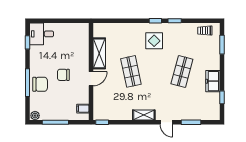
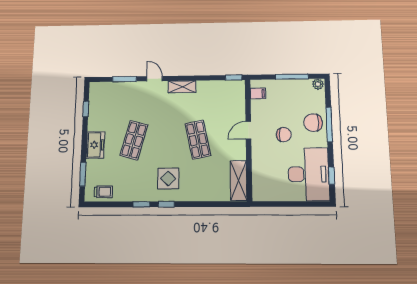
desk: (42, 34) -> (309, 174), width x1.87, depth x1.30
shelving: (99, 53) -> (238, 180), moved
freezer: (213, 81) -> (95, 145), moved

